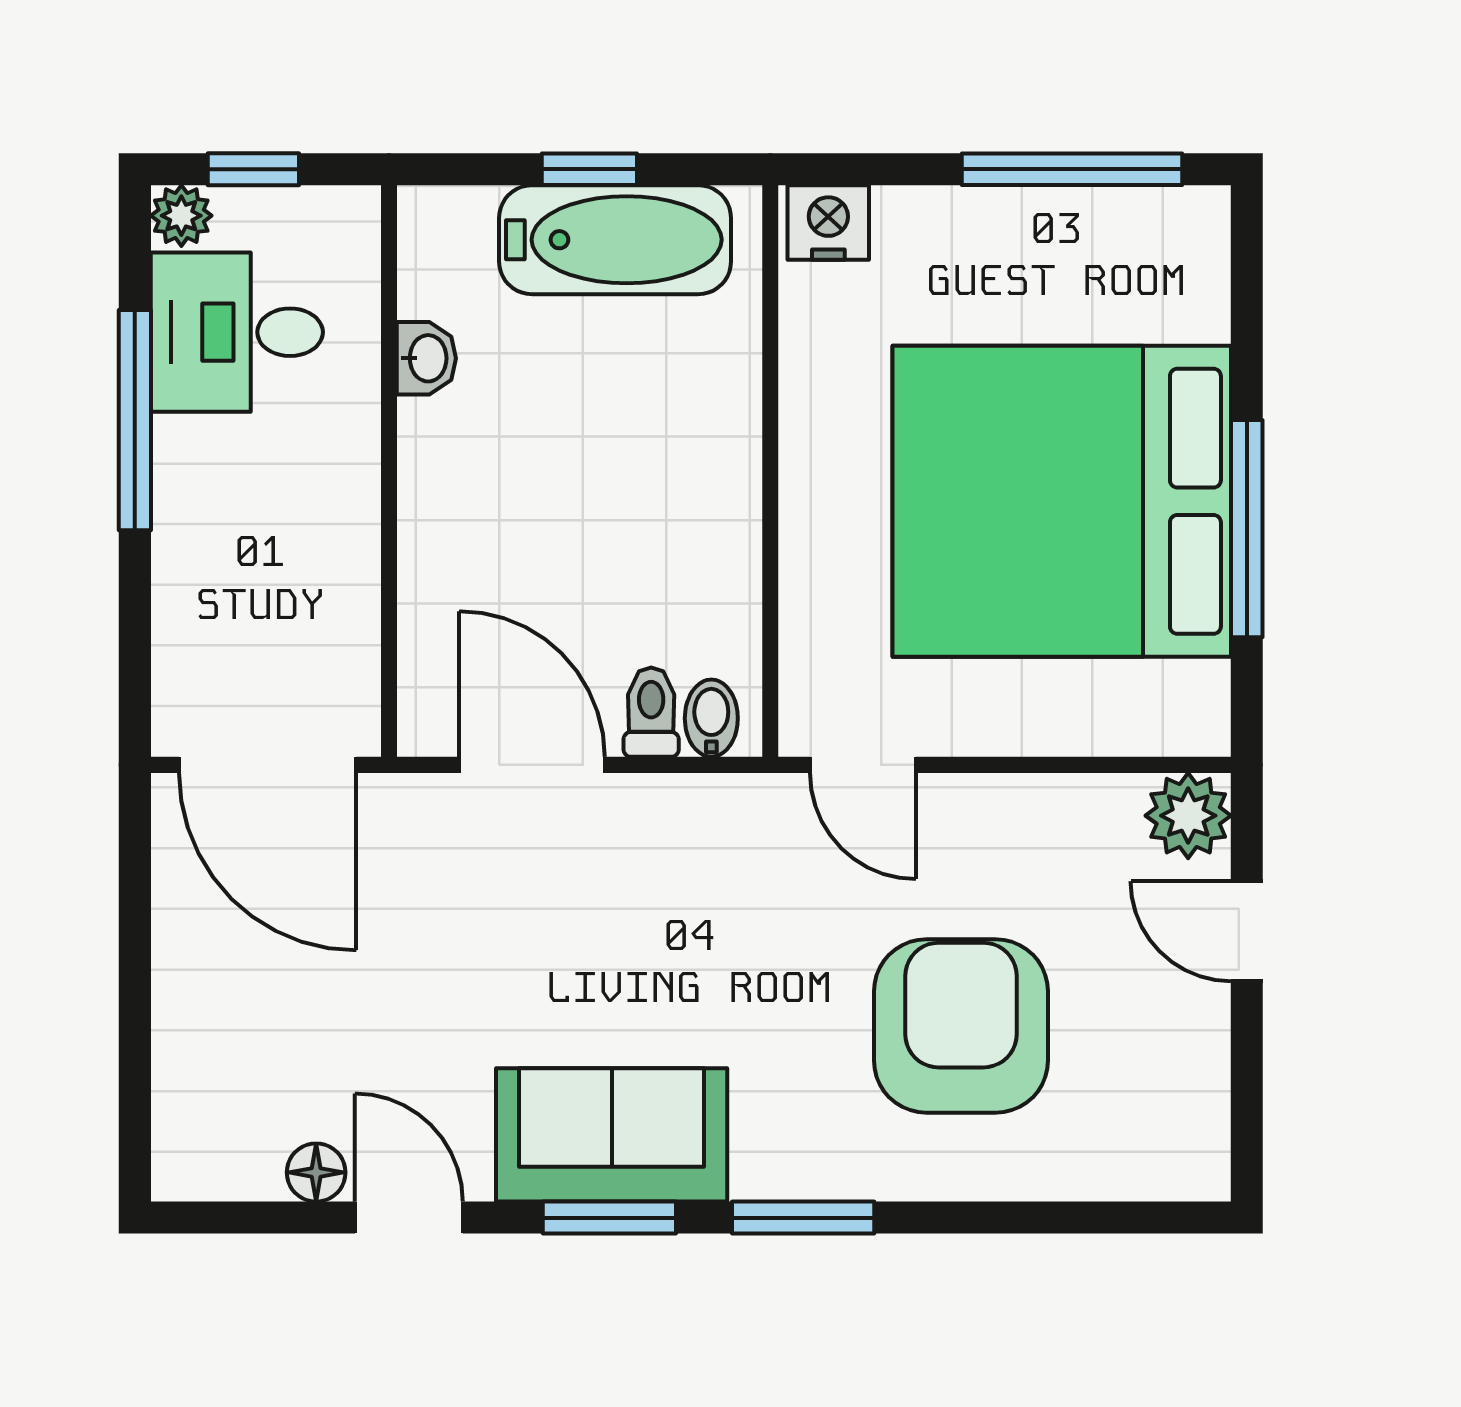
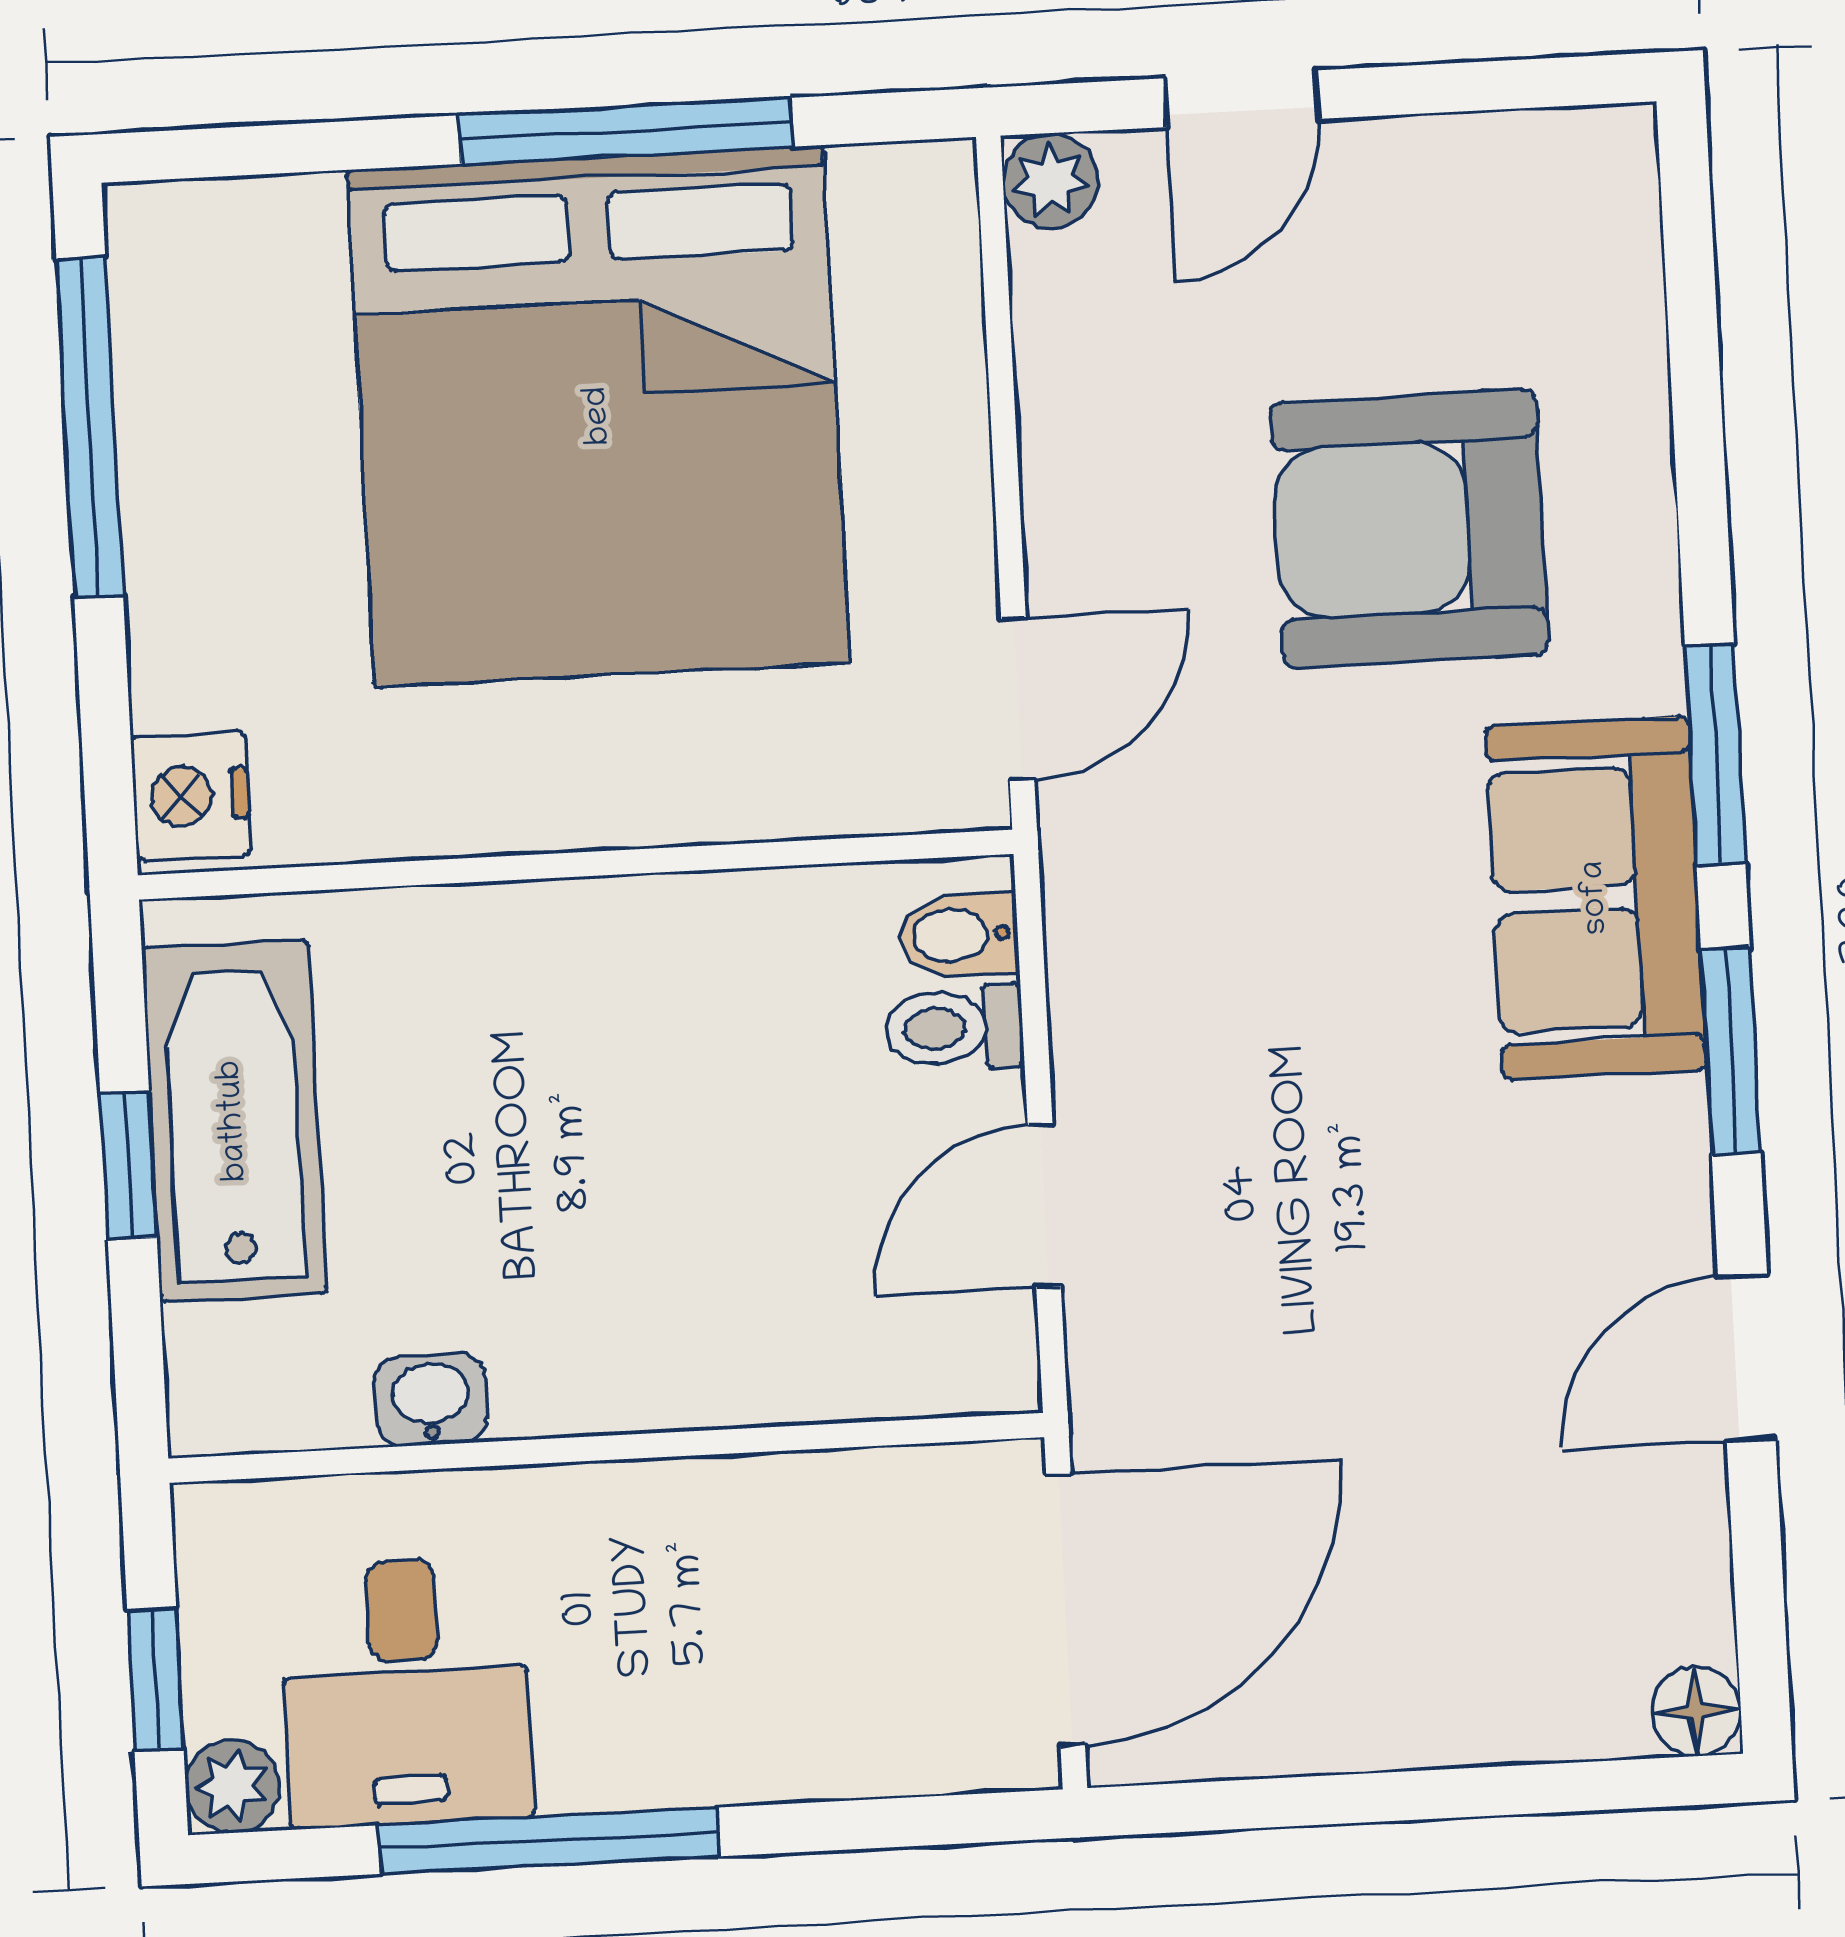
door: (532, 765) -> (1044, 1206), width x0.73
plant: (1188, 816) -> (1051, 181), width x0.73, depth x0.73
sofa: (612, 1135) -> (1596, 898), moved
floor lamp: (316, 1172) -> (1696, 1711), moved

